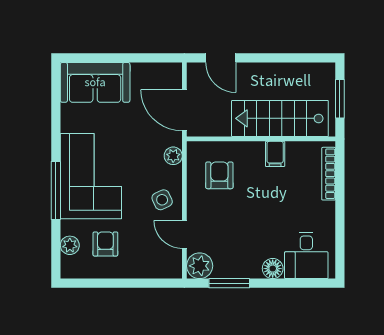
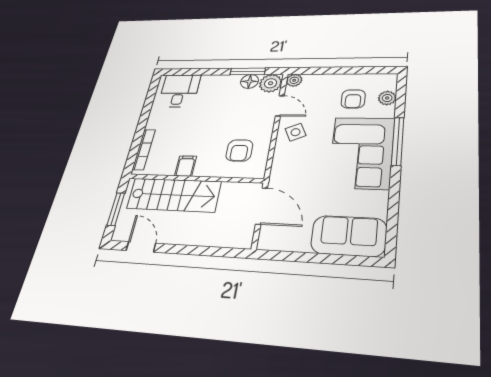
door: (221, 58) -> (141, 247), moved
plant: (173, 156) -> (294, 80), moved
floor lamp: (273, 269) -> (249, 81), moved

